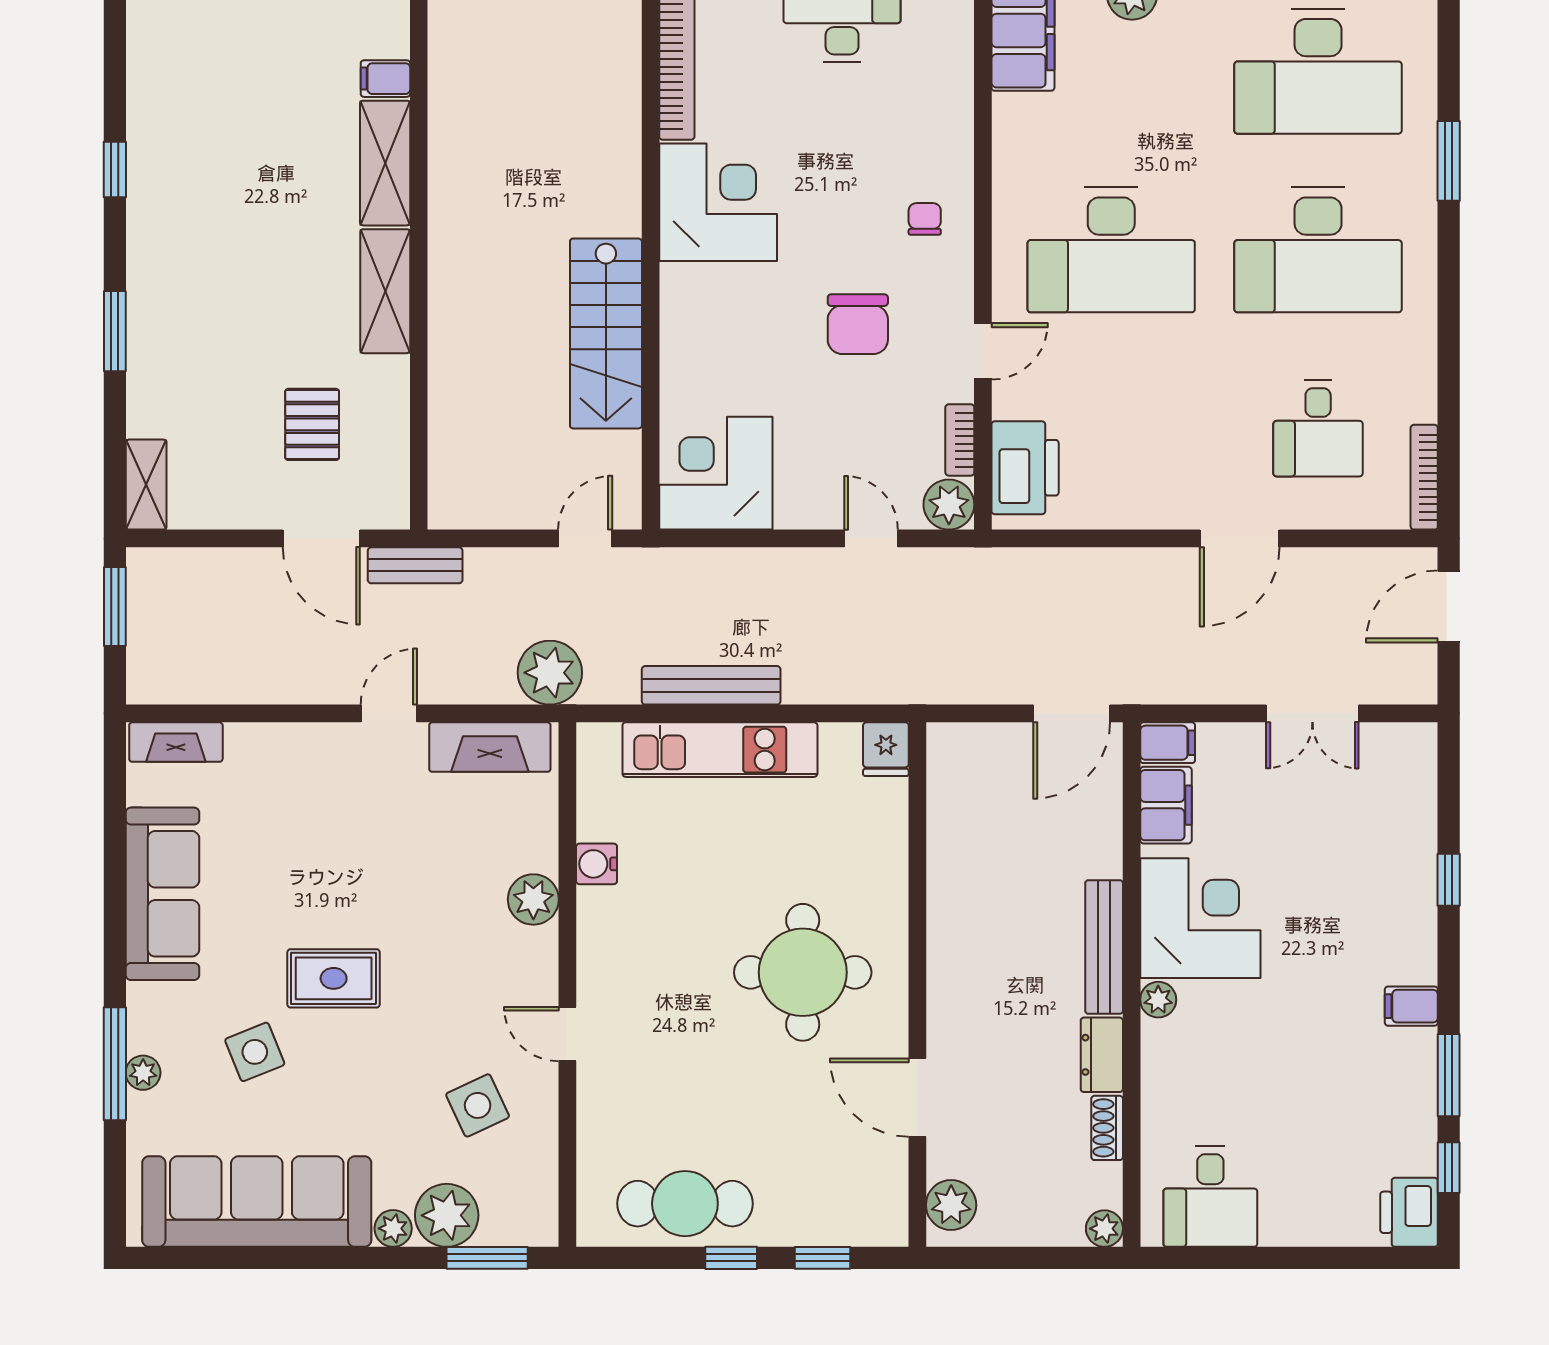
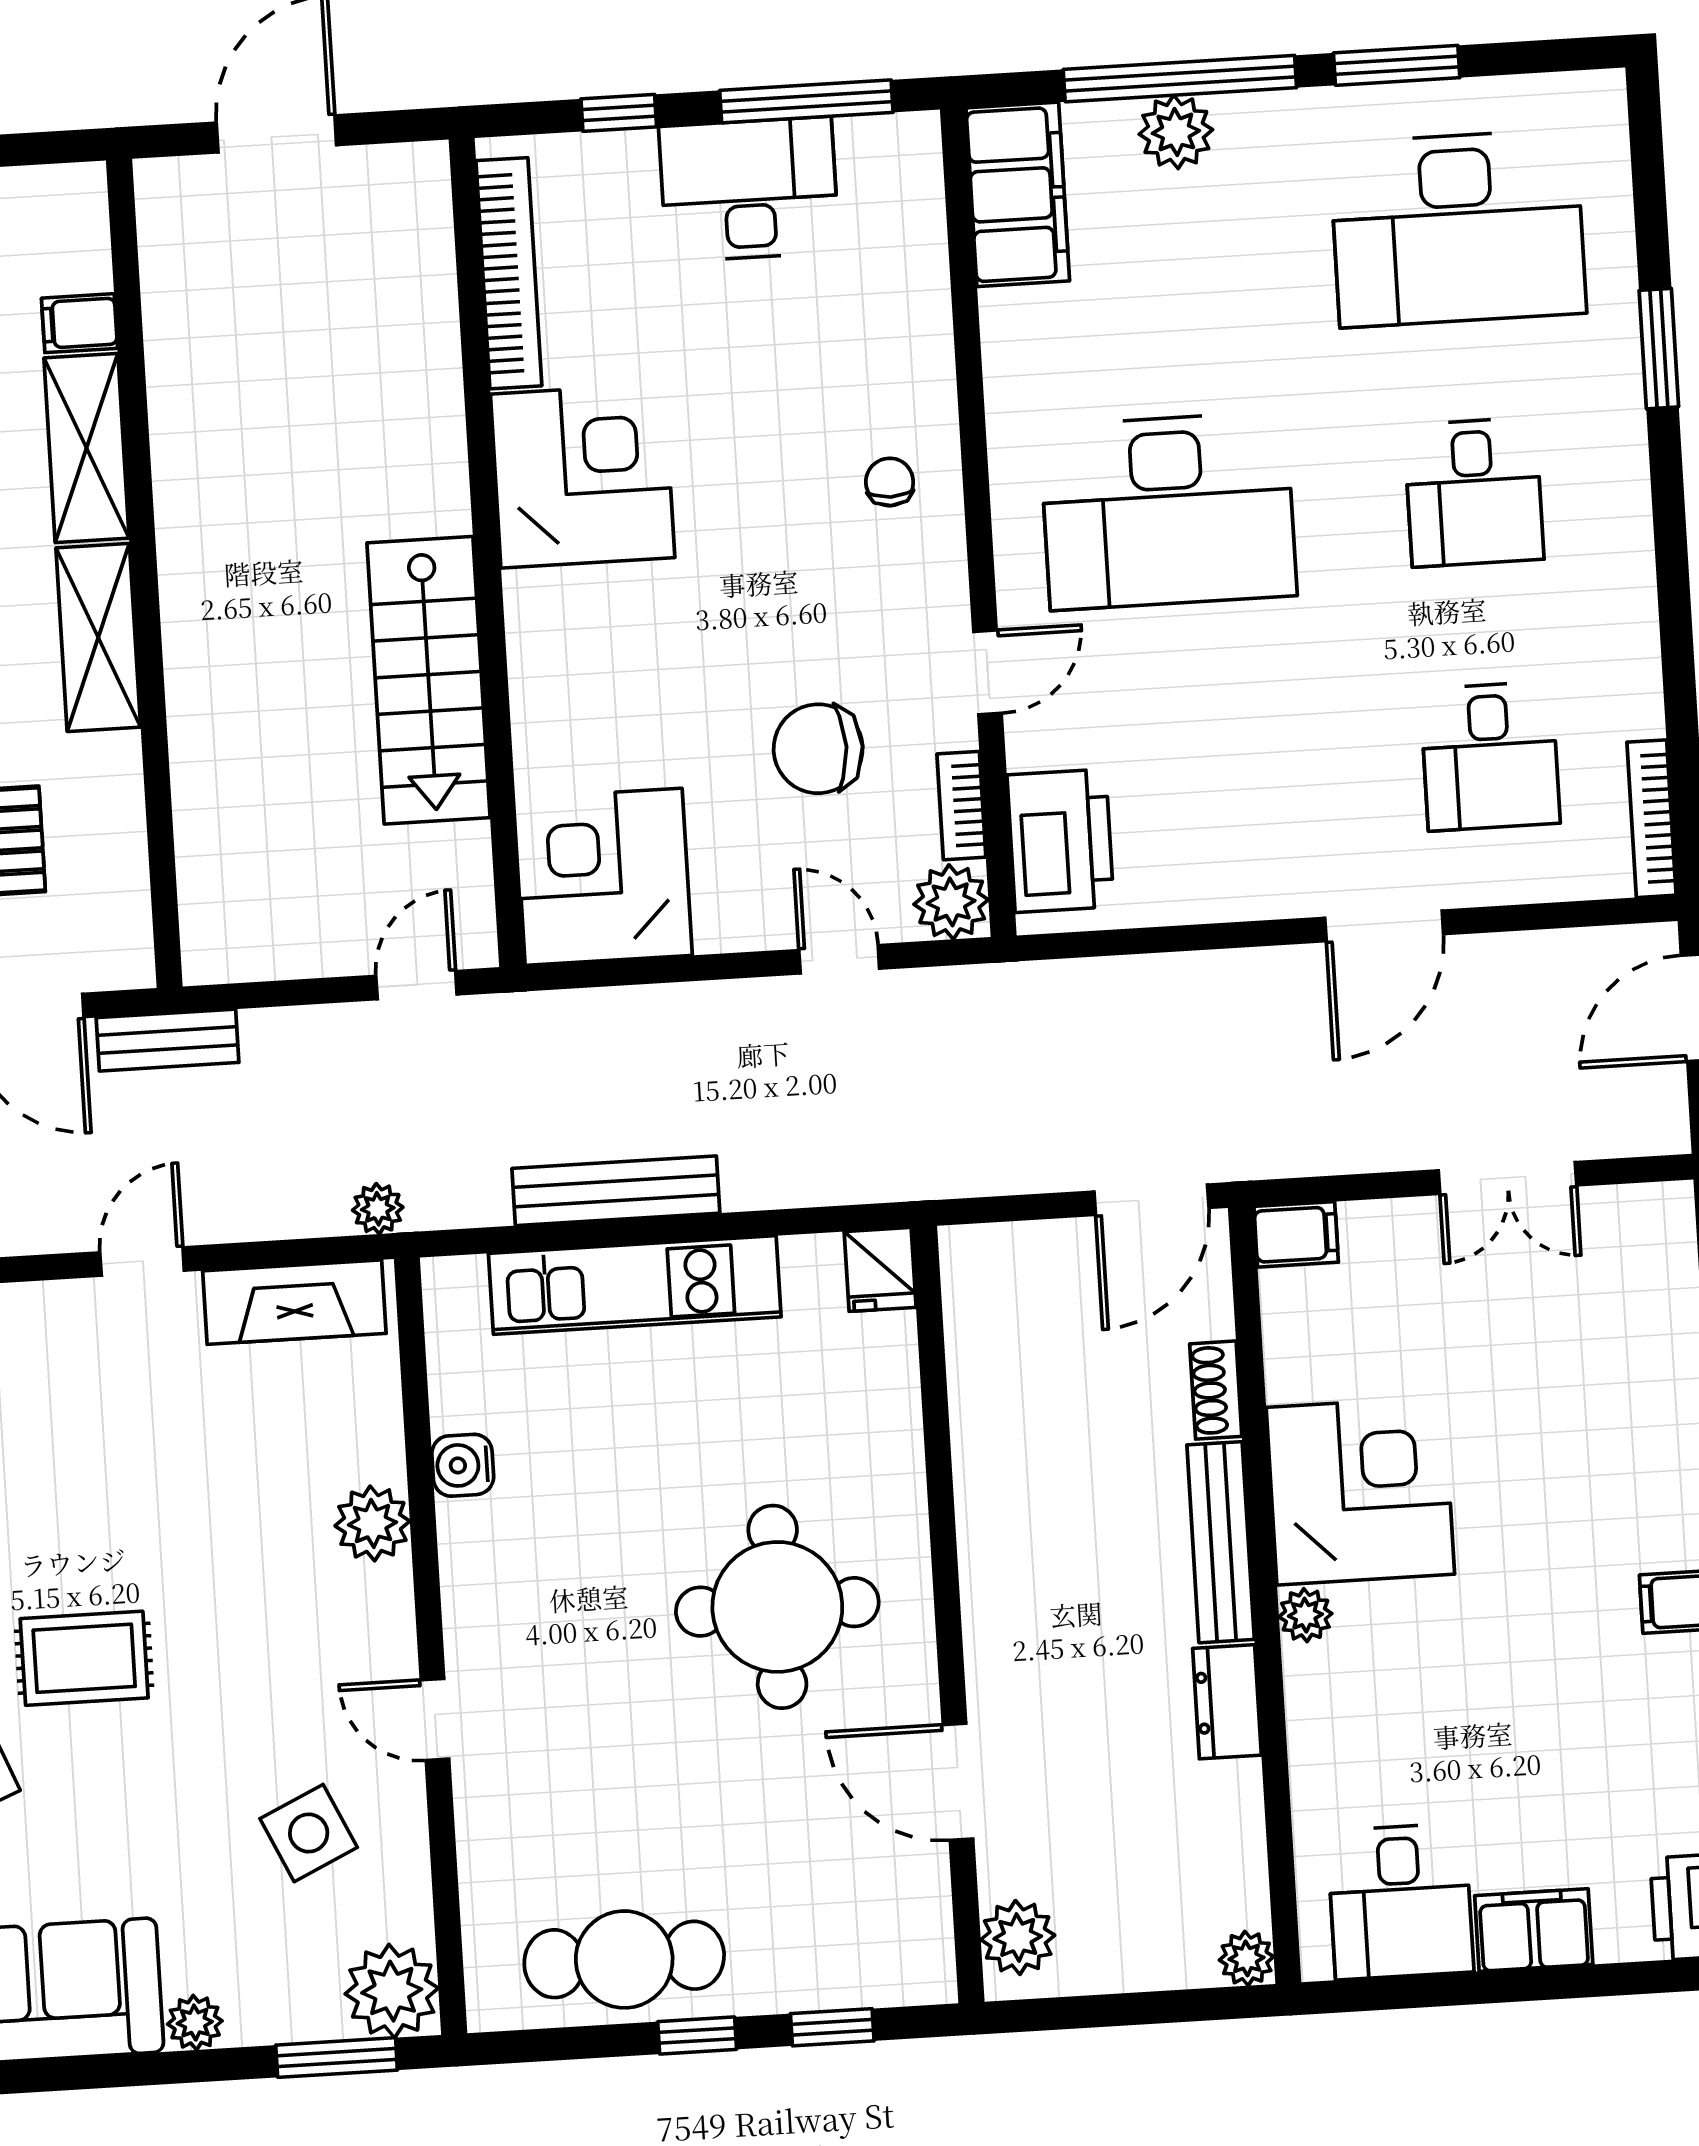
desk: (1318, 250) -> (1474, 492), width x0.53, depth x0.77
chair: (858, 324) -> (818, 749), moved, turned 90
plant: (550, 673) -> (378, 1209), width x0.53, depth x0.53
filing cabinet: (1166, 805) -> (1534, 1930), moved, turned -90
shoe rack: (1107, 1128) -> (1216, 1390), moved
plant: (447, 1215) -> (392, 1991), moved

